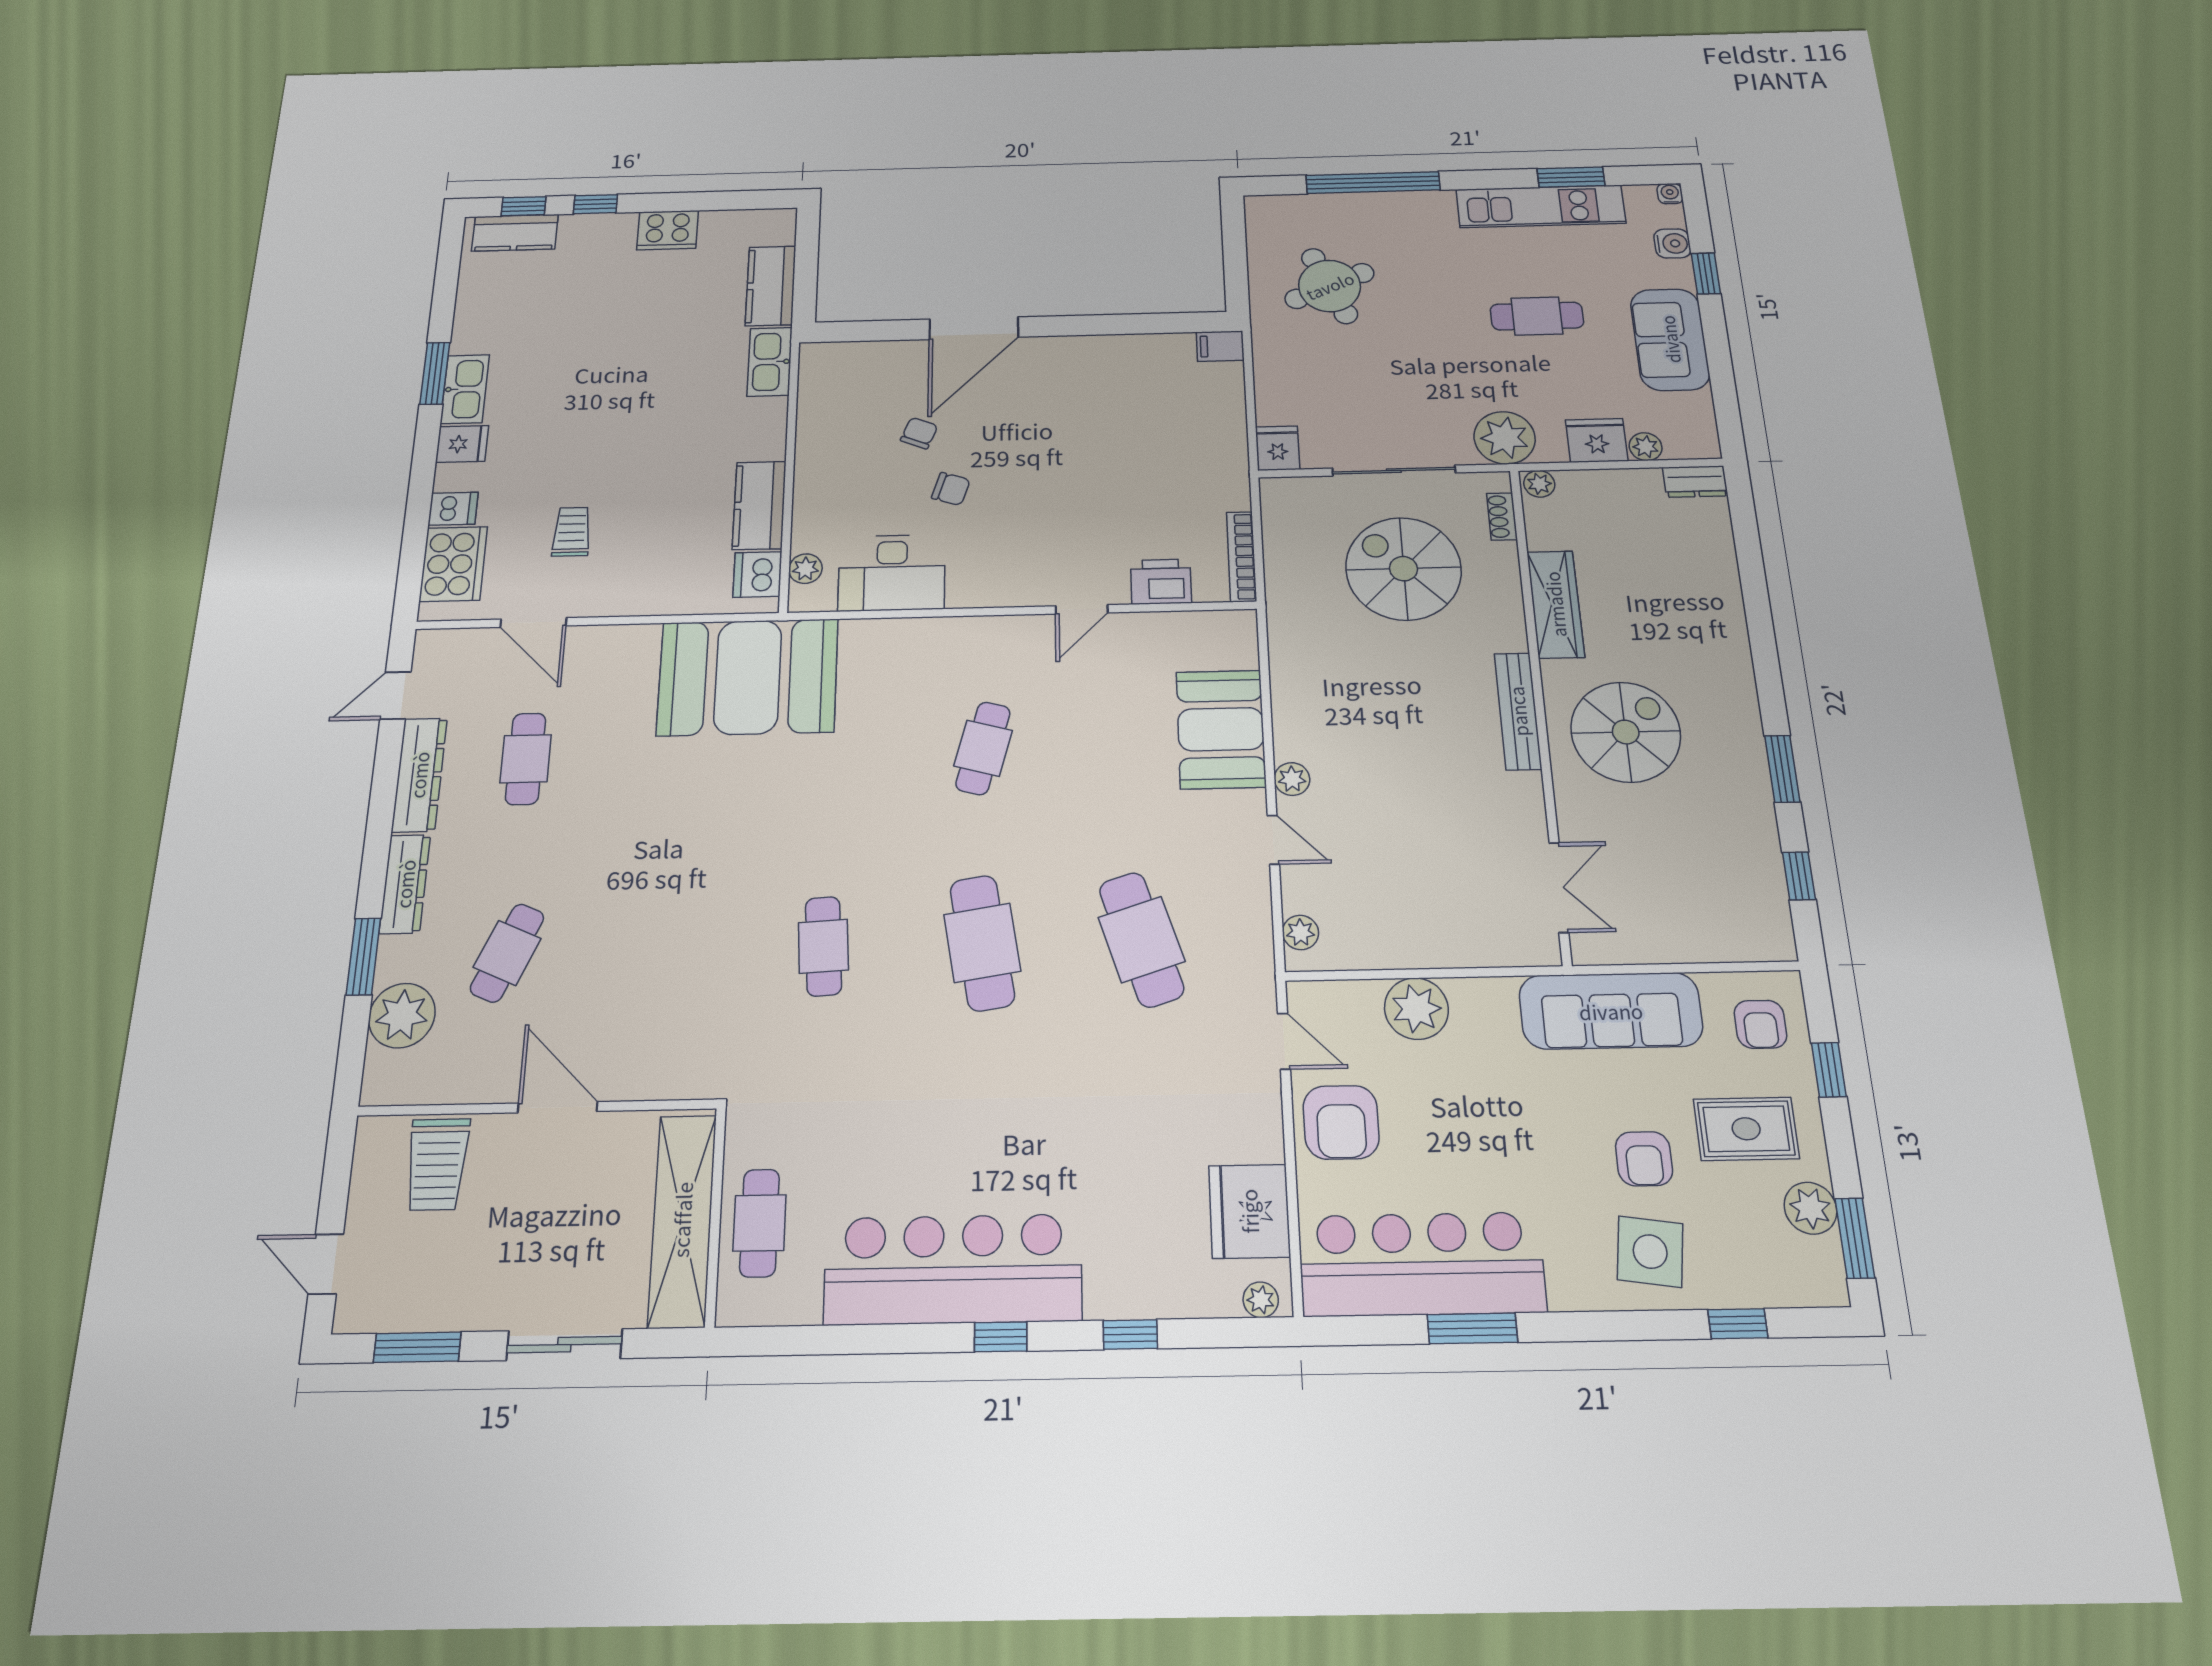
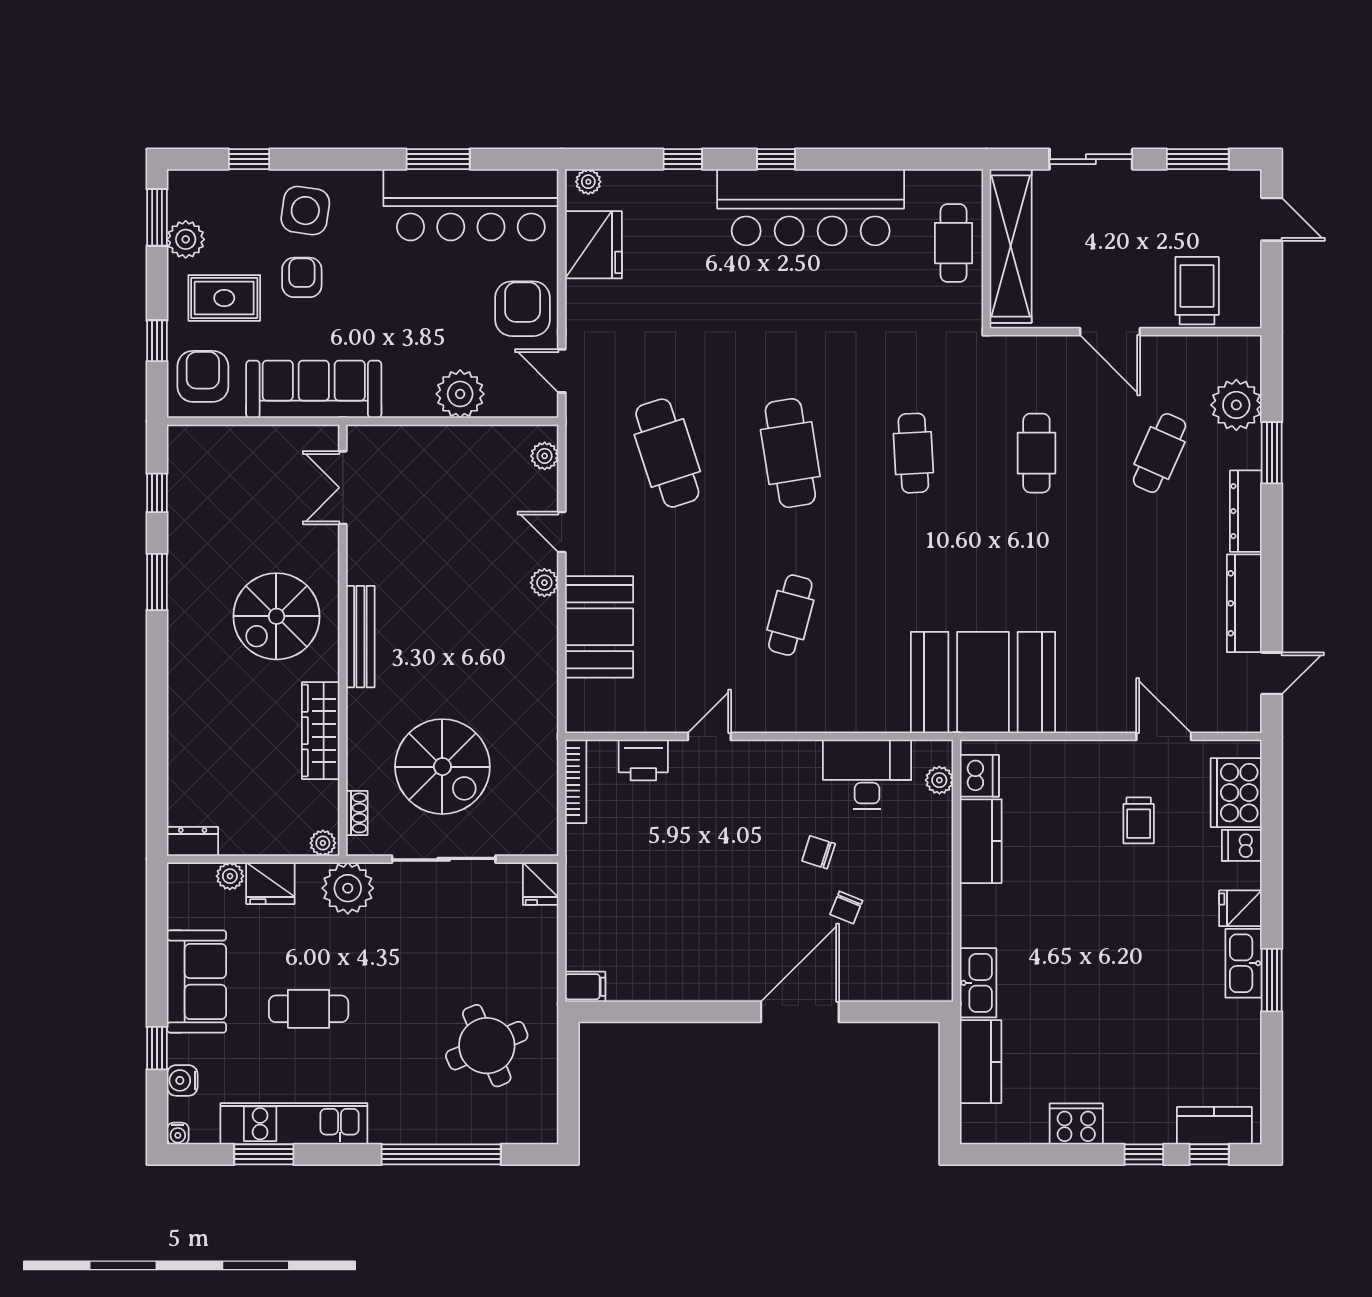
cafe table: (526, 759) -> (1036, 453), moved
armchair: (1760, 1024) -> (203, 376), width x1.38, depth x1.38

